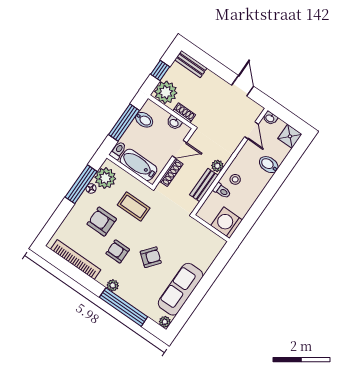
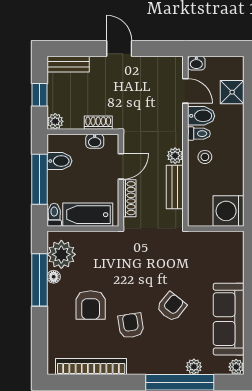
door: (243, 86) -> (119, 49), moved
plant: (166, 92) -> (55, 121), width x0.53, depth x0.53
shower: (290, 136) -> (232, 92), moved
bidet: (269, 165) -> (201, 116), moved, turned 180
toilet: (222, 191) -> (199, 134), moved
coffee table: (134, 207) -> (114, 264), removed
armchair: (102, 222) -> (91, 305), turned -90
armchair: (118, 251) -> (131, 326), turned 81
plant: (113, 285) -> (194, 367), moved

